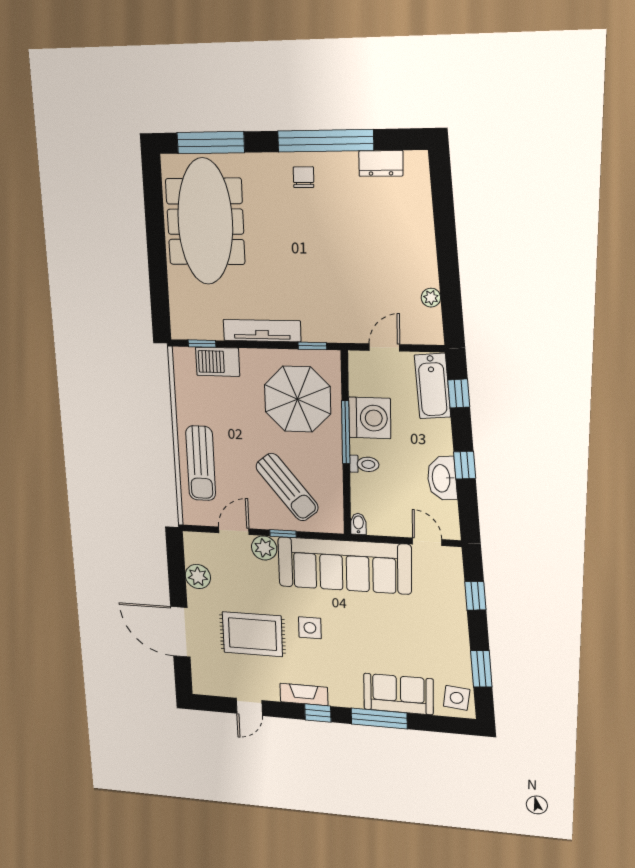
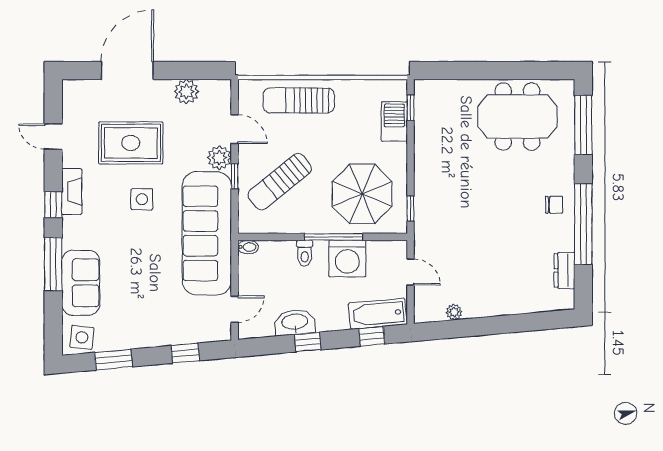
meeting table: (205, 222) -> (517, 117), width x0.73
tv unit: (262, 331) -> (423, 164), removed
rug: (252, 634) -> (131, 143), turned 90

